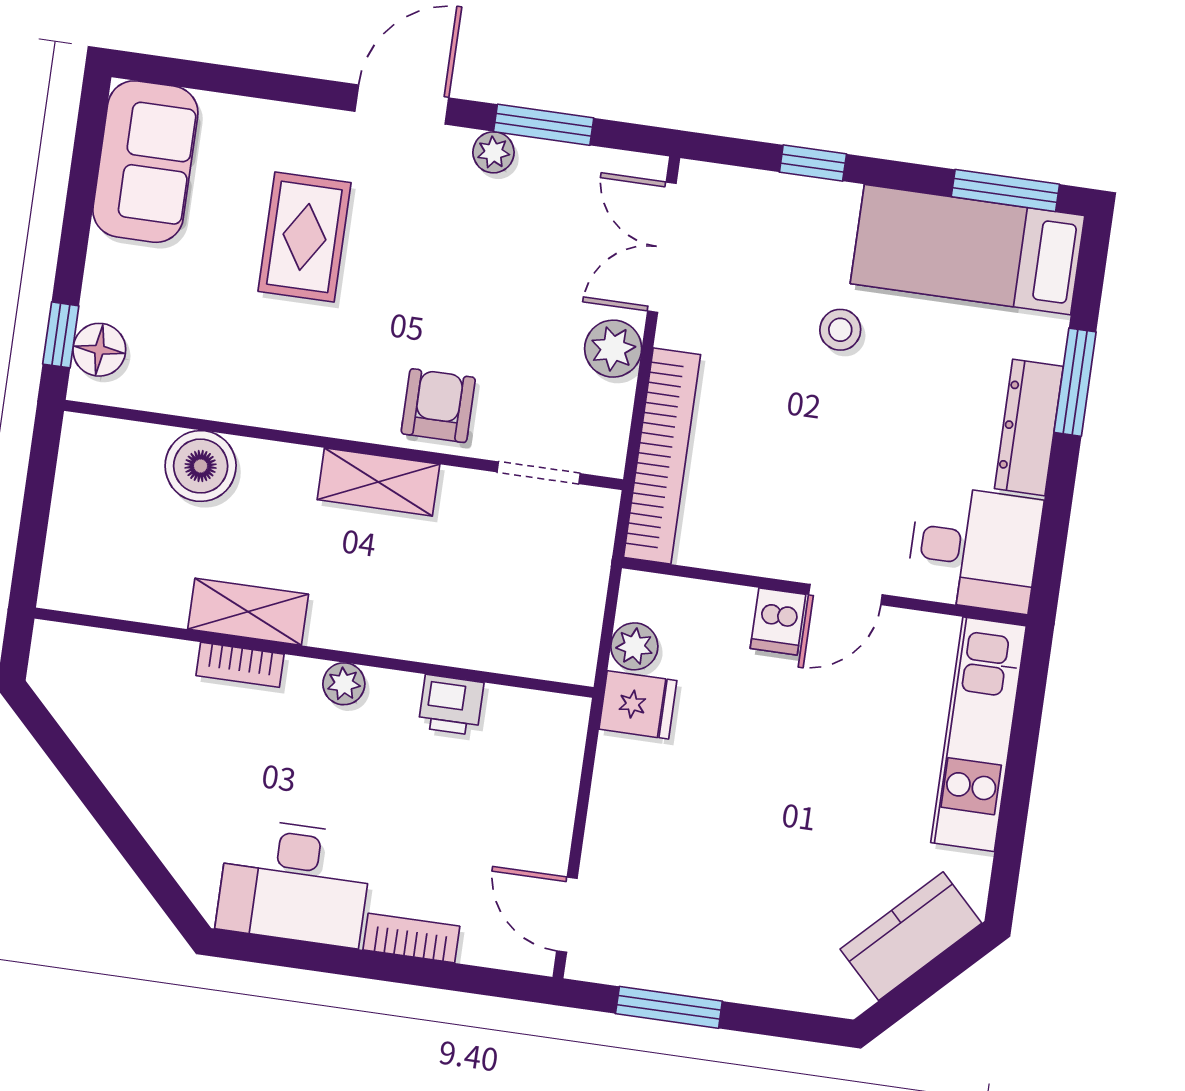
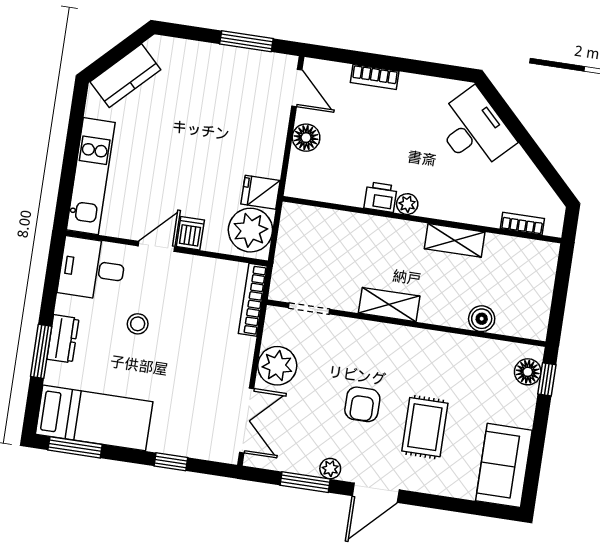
stool: (840, 330) -> (138, 324), moved
plant: (613, 349) -> (277, 366), width x1.36, depth x1.36
armchair: (438, 406) -> (362, 404), moved
dresser: (1029, 427) -> (63, 339), width x0.70
bookcase: (662, 456) -> (253, 300), width x0.68, depth x0.76
boiler: (201, 466) -> (482, 319), width x0.73, depth x0.73
plant: (634, 646) -> (250, 230), width x1.88, depth x1.88
bookcase: (240, 665) -> (522, 224), moved
printer: (451, 705) -> (381, 197), moved
floor lamp: (548, 815) -> (306, 138), added
desk: (295, 882) -> (474, 130), moved, turned 45

